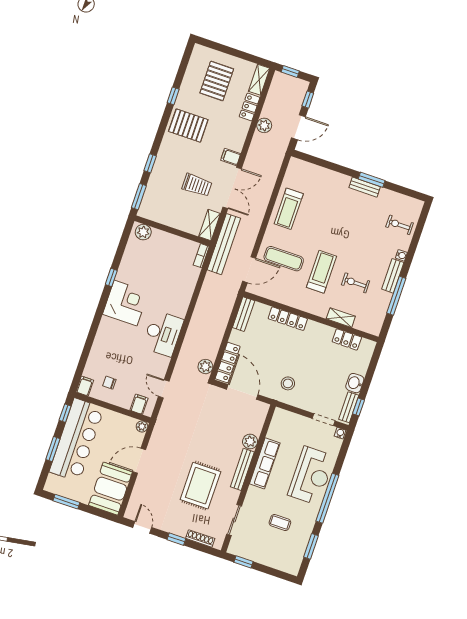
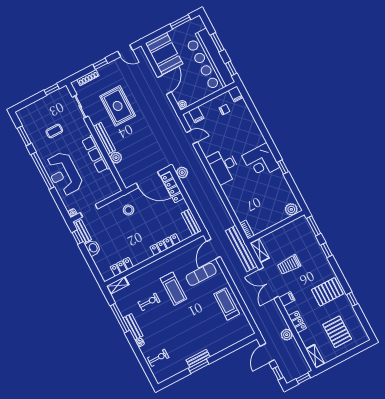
locker: (250, 107) -> (297, 322), moved
shelving: (341, 318) -> (118, 285), moved

